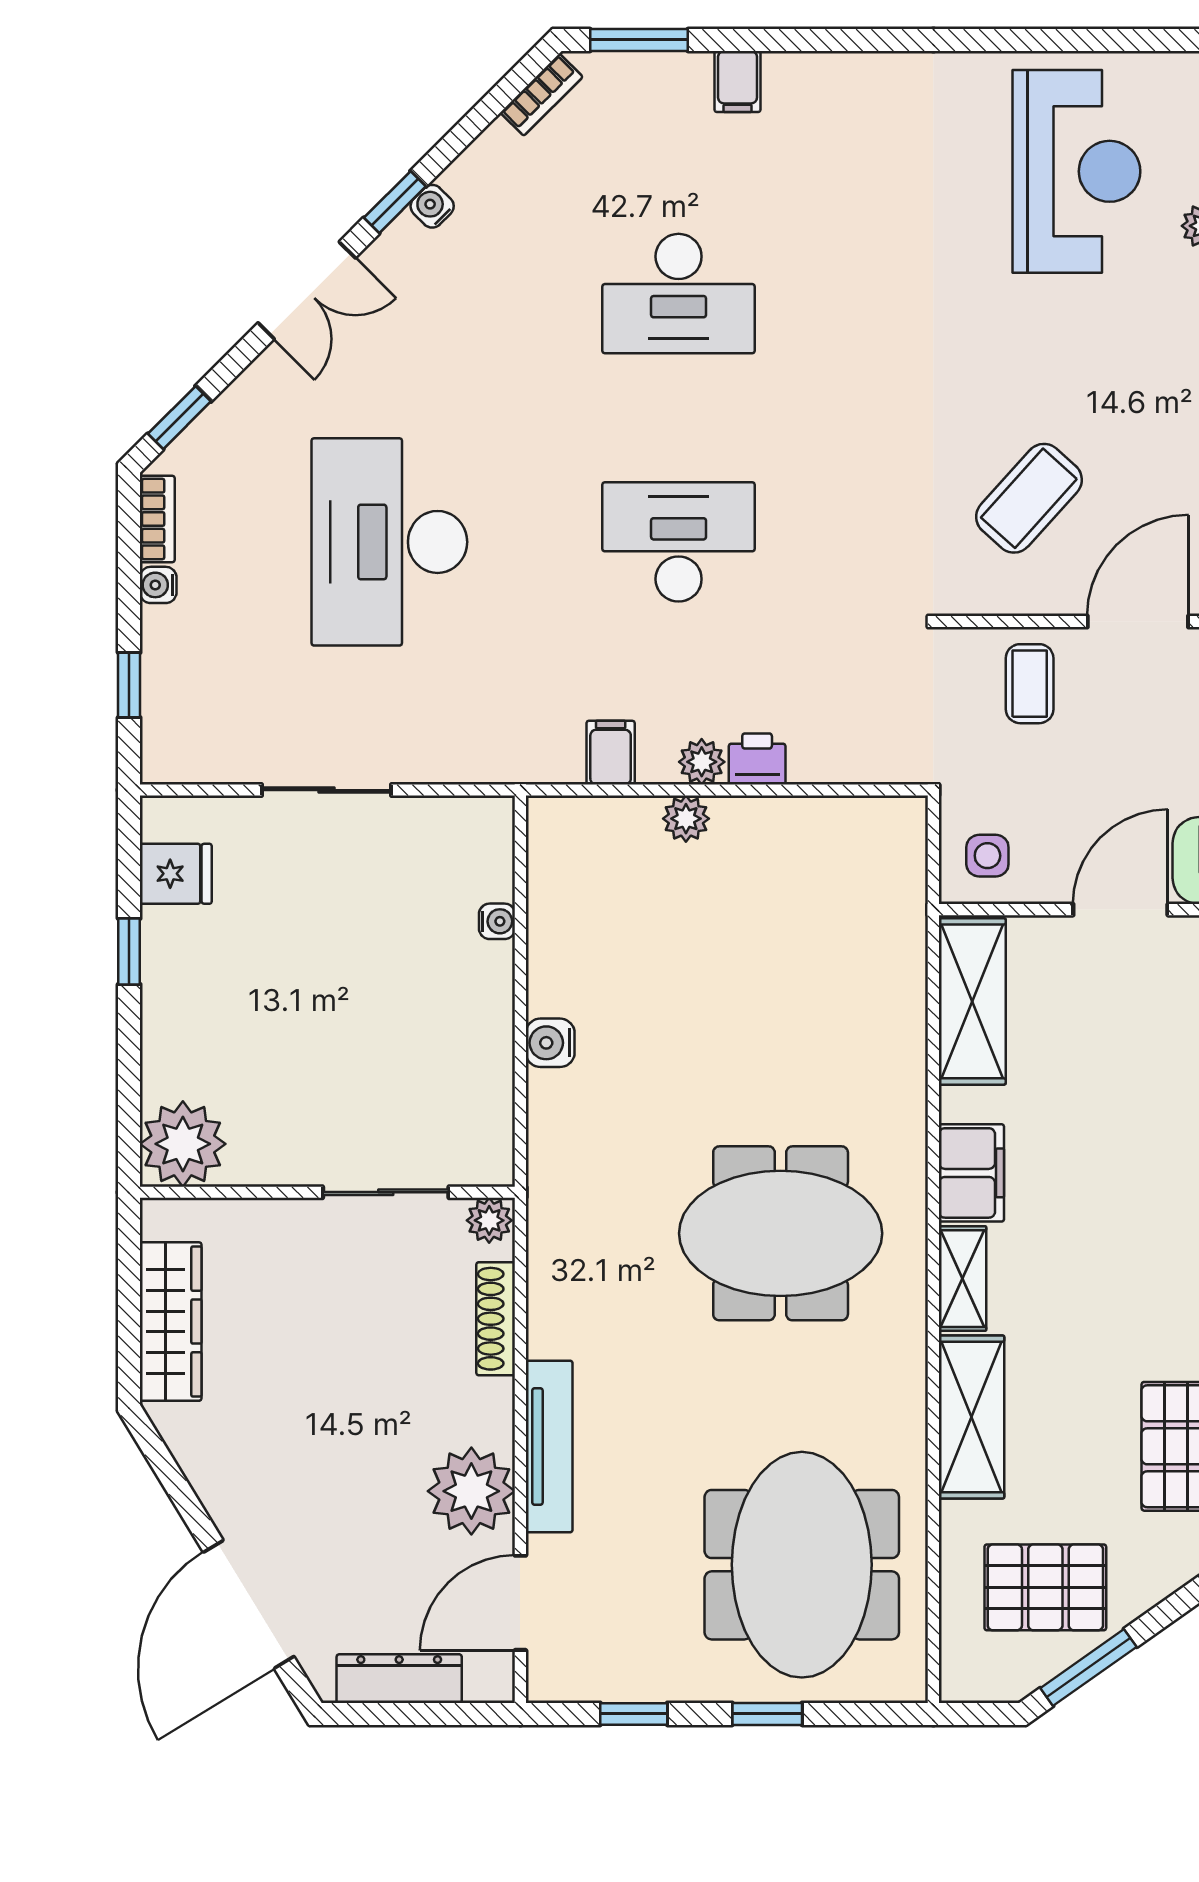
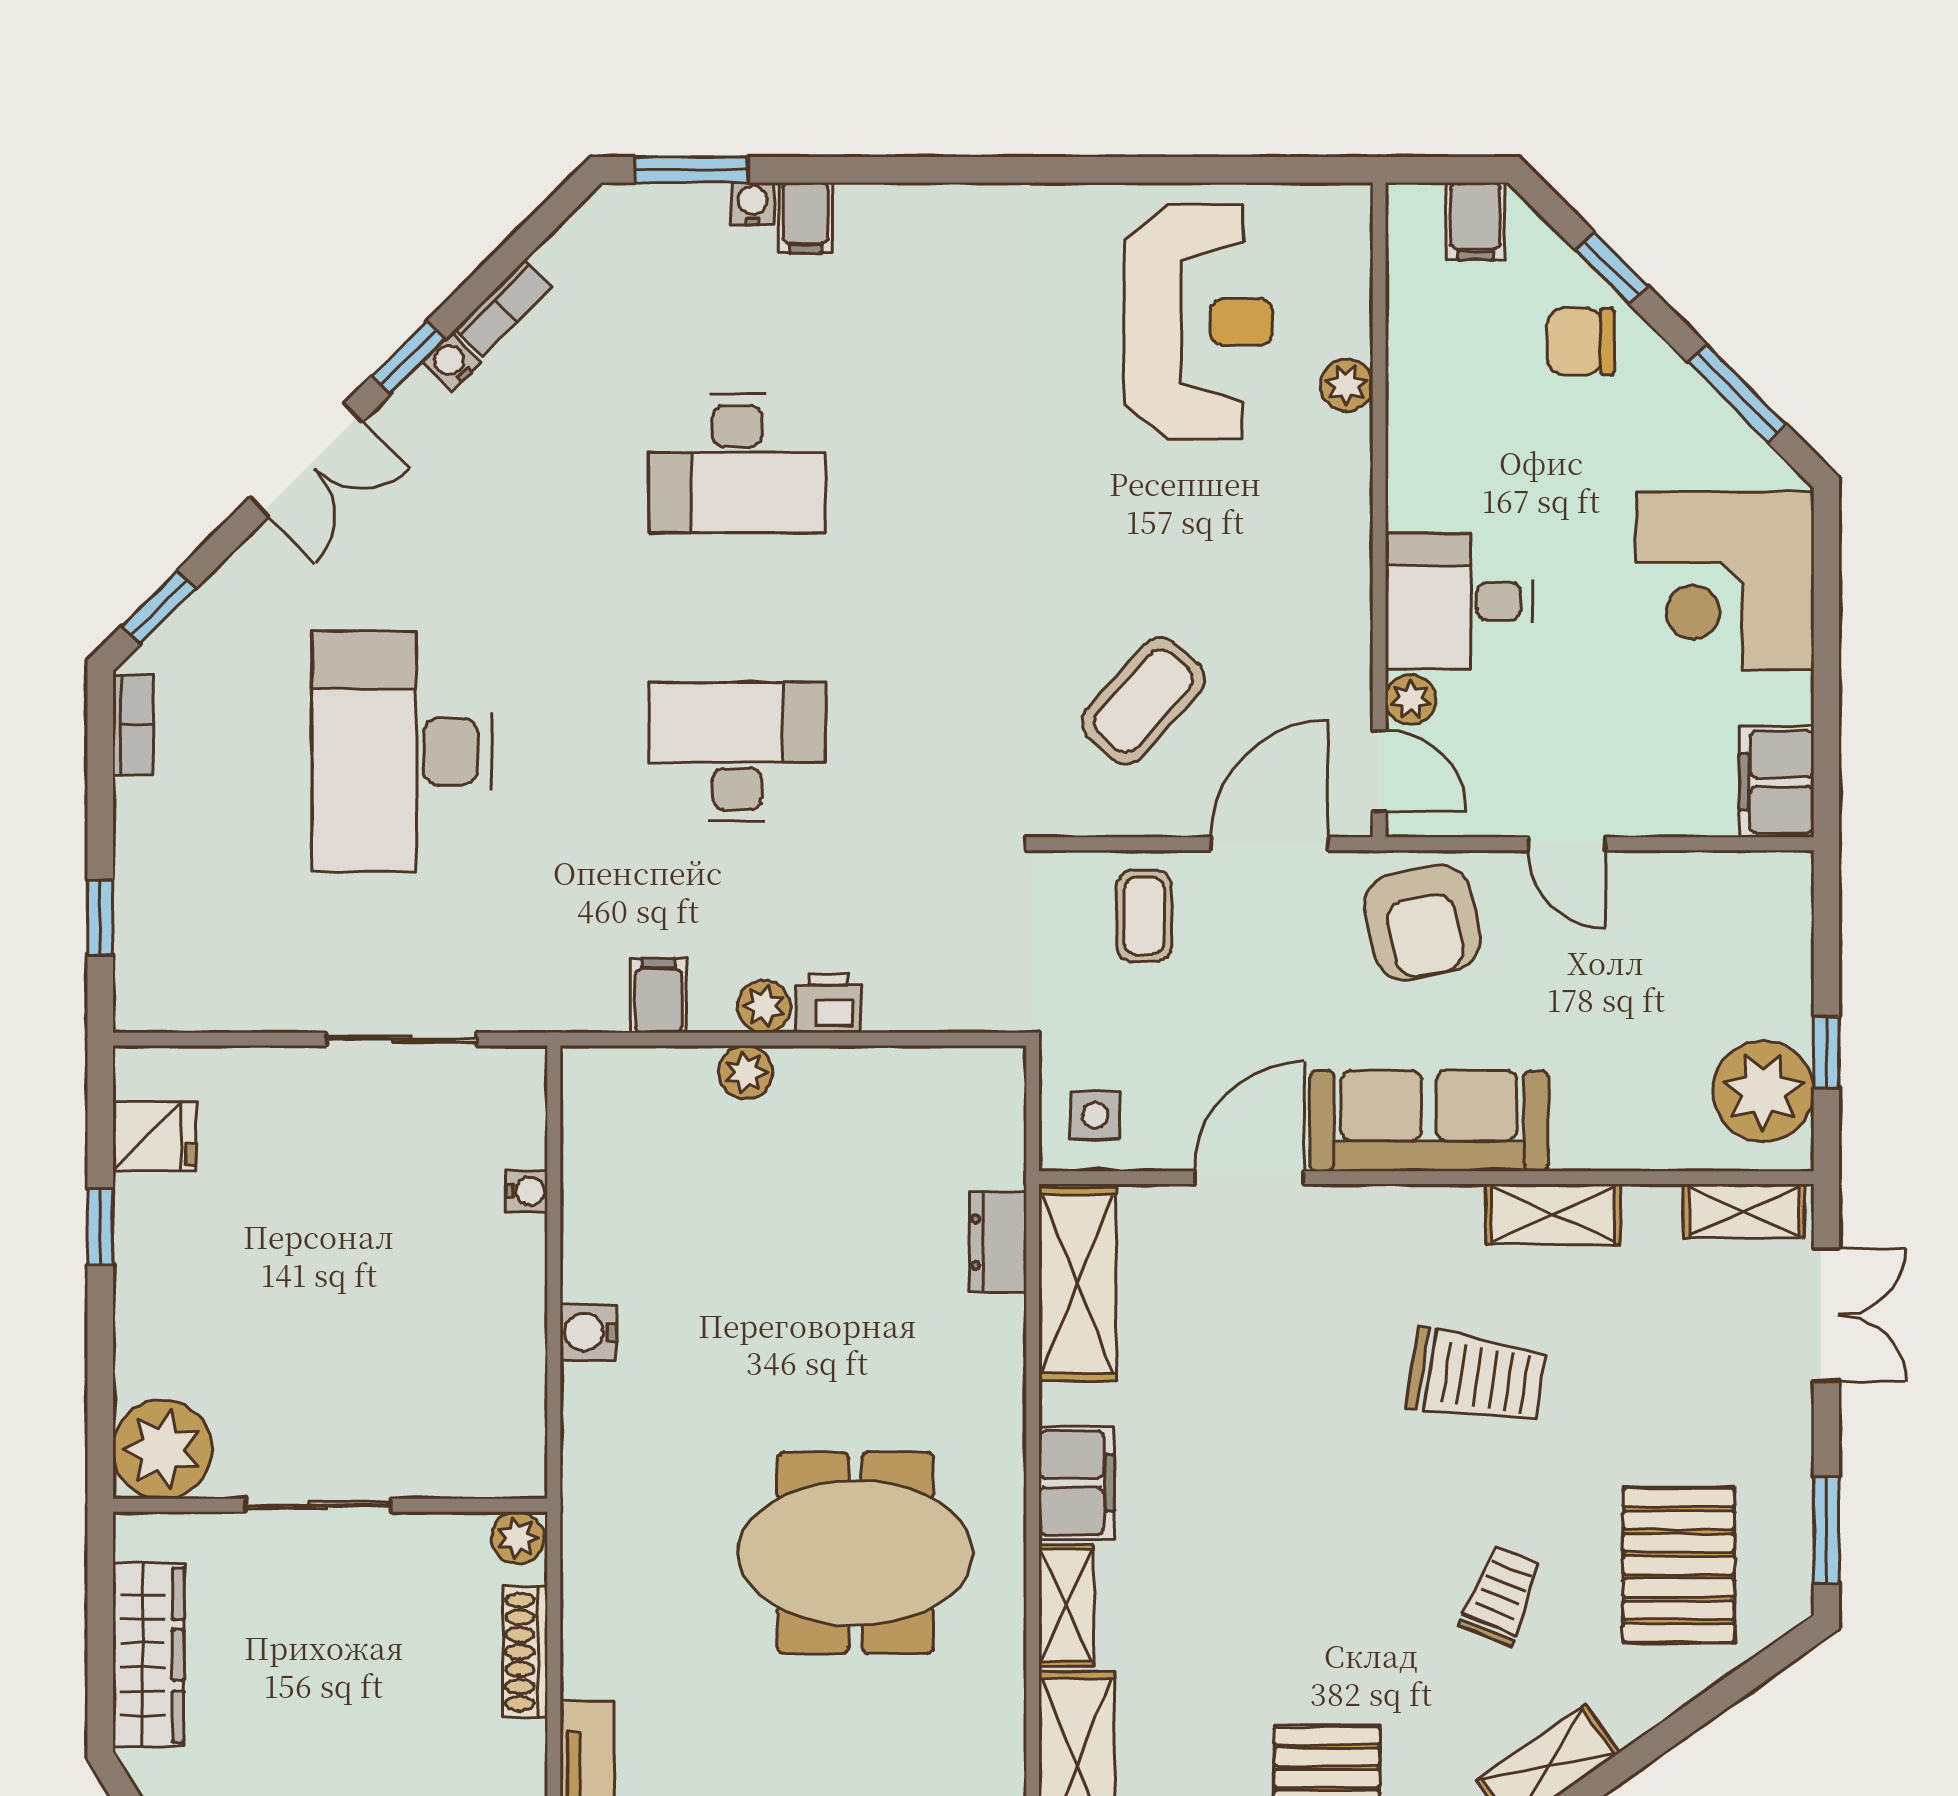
bookcase: (541, 95) -> (503, 308), moved
water cooler: (158, 585) -> (753, 203), moved, turned 90
sliding door: (327, 790) -> (402, 1039), moved
dresser: (904, 965) -> (998, 1242), added
sliding door: (386, 1192) -> (318, 1505), moved

